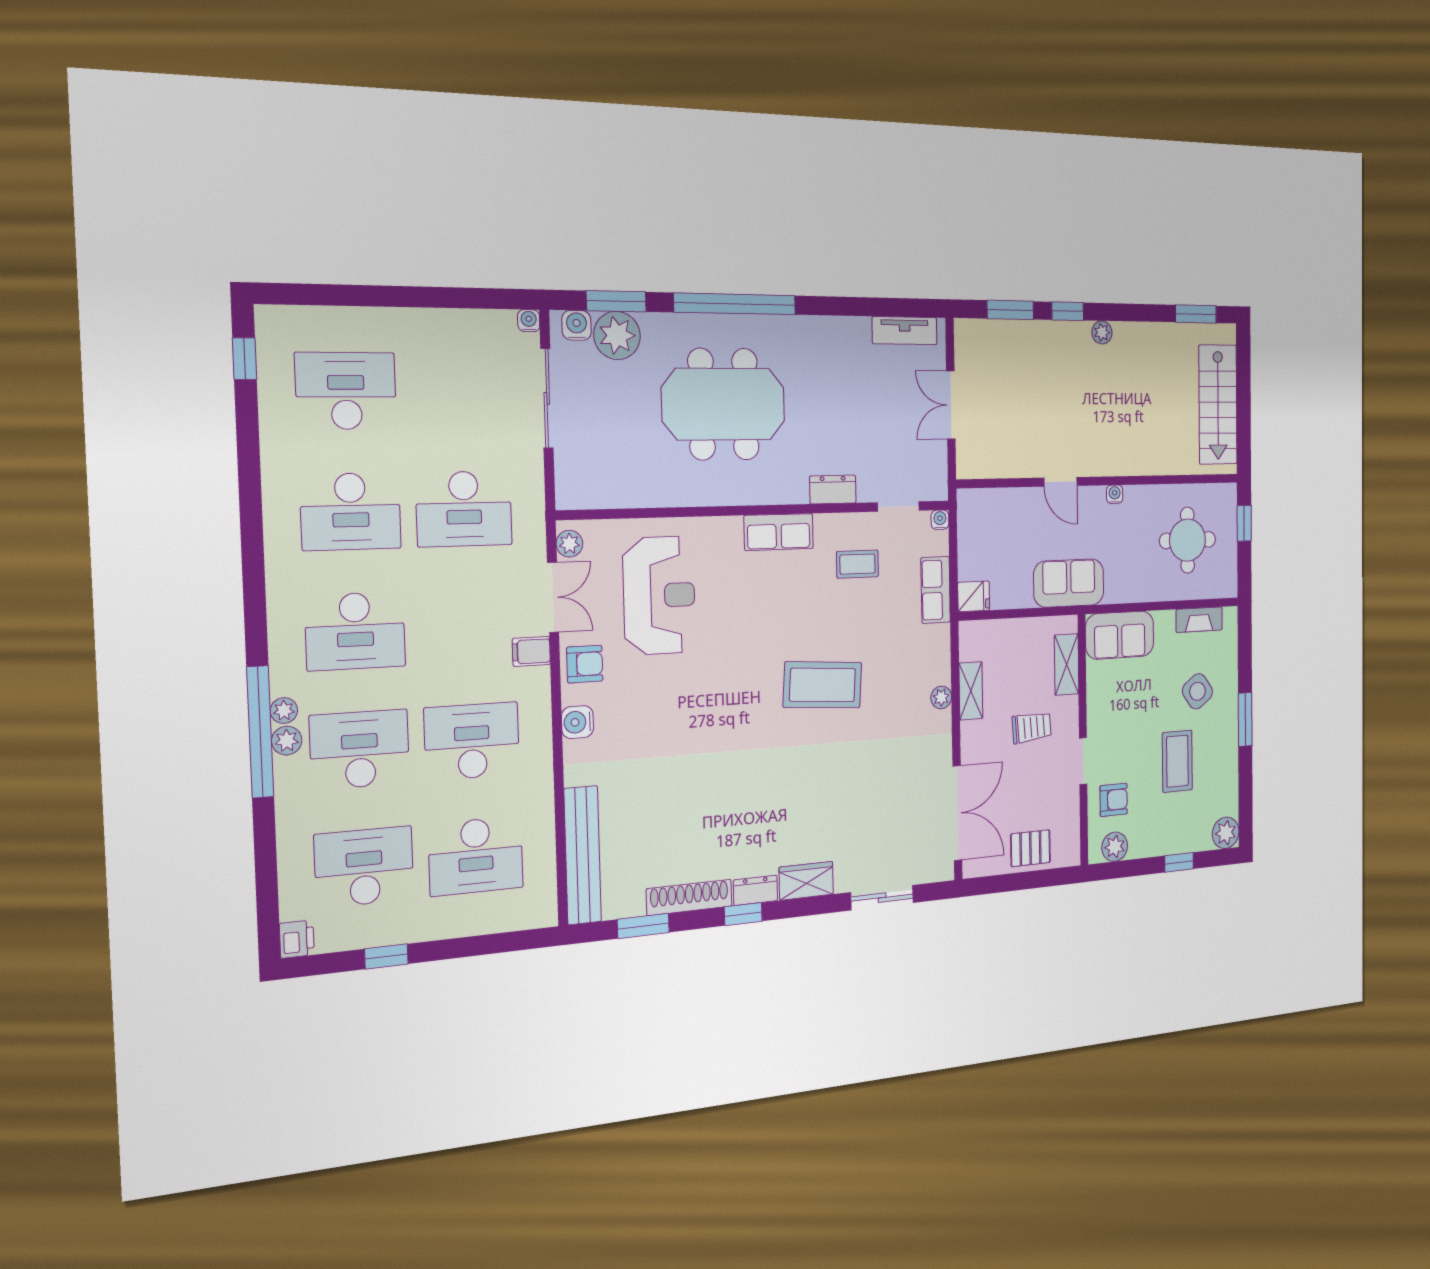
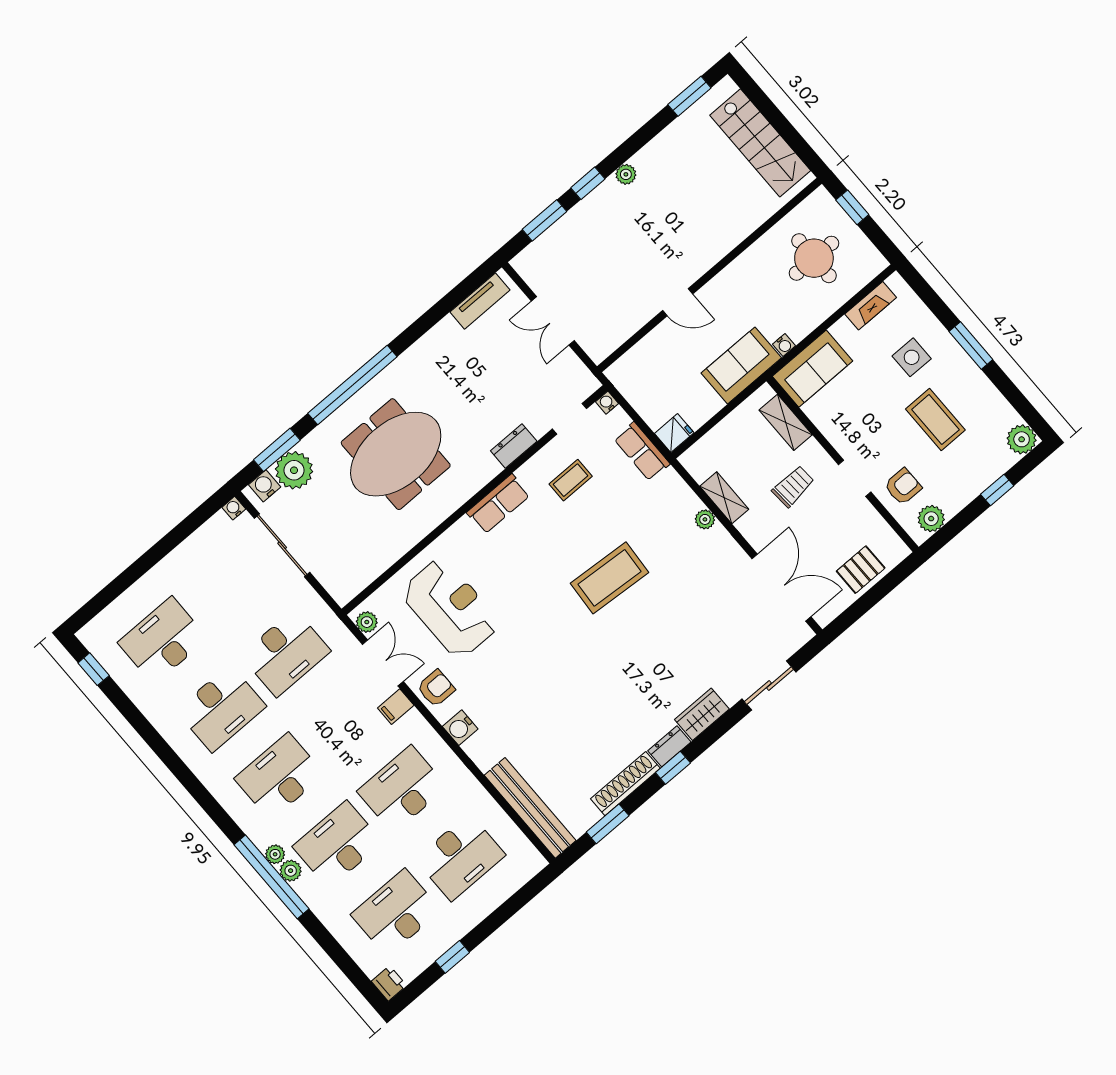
water cooler: (1115, 494) -> (784, 345), moved, turned 180
desk: (355, 631) -> (279, 776), turned 180
side table: (1197, 691) -> (912, 357), turned 36

